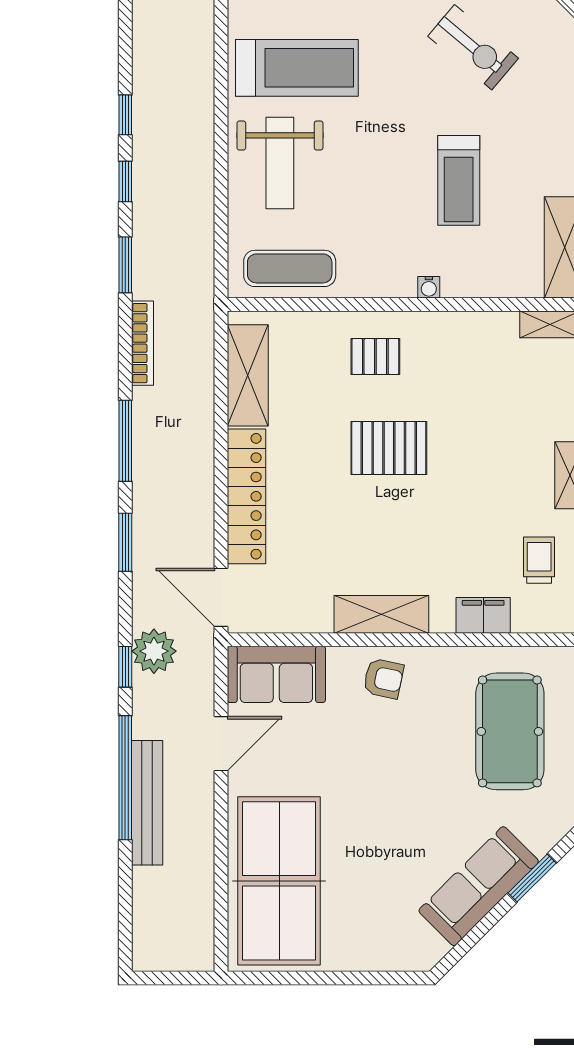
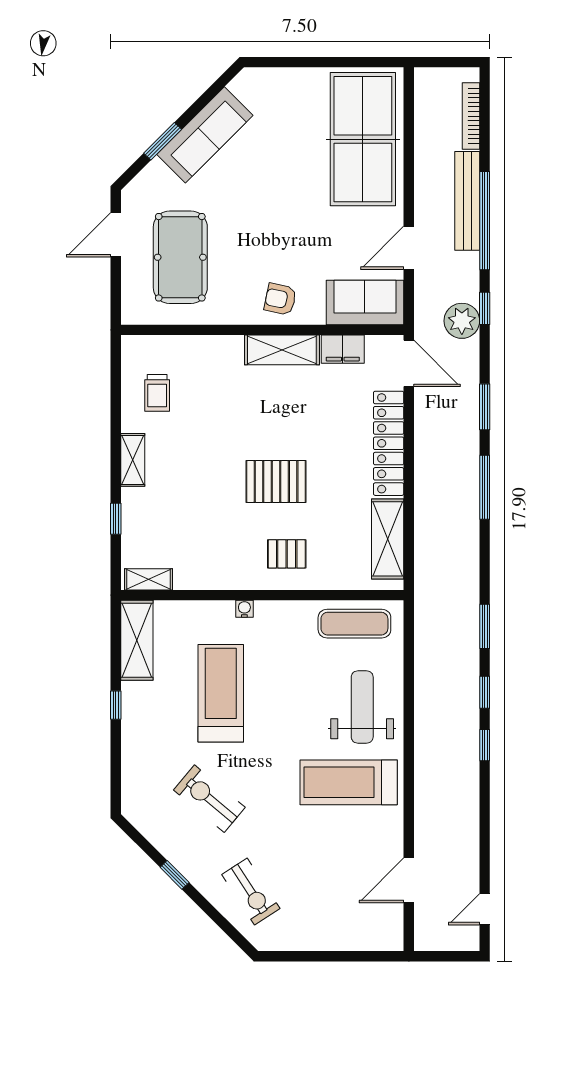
treadmill: (459, 180) -> (221, 693), width x1.37, depth x1.38
bookcase: (142, 343) -> (471, 116), moved
filing cabinet: (483, 615) -> (343, 349), moved

